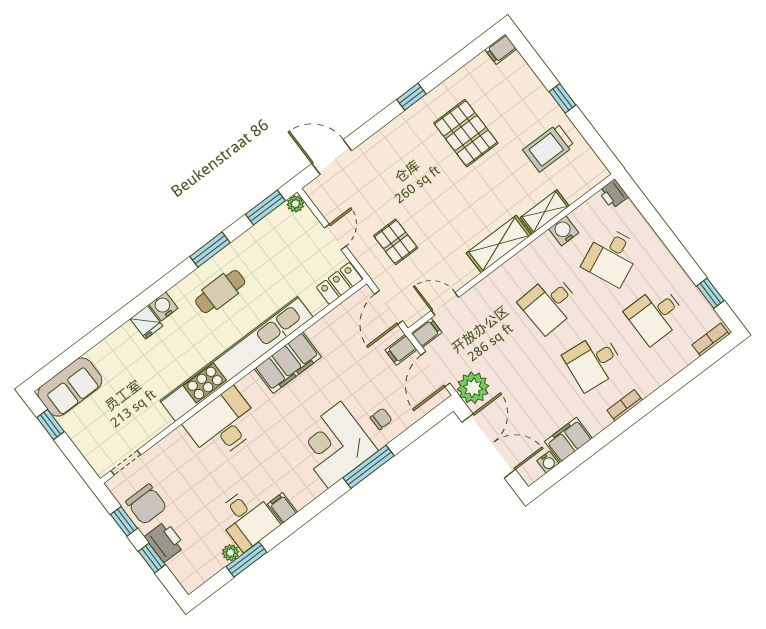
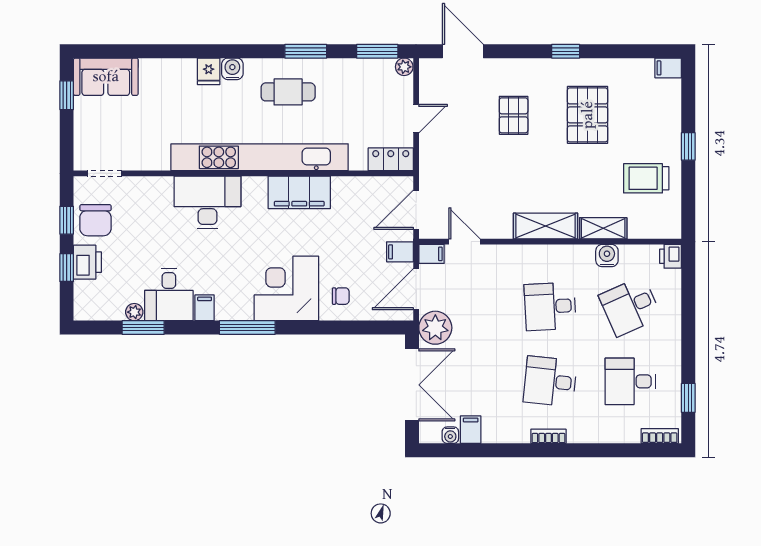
pallet: (396, 242) -> (514, 115), moved
filing cabinet: (568, 440) -> (471, 430), width x0.50
window: (369, 467) -> (247, 328), moved

